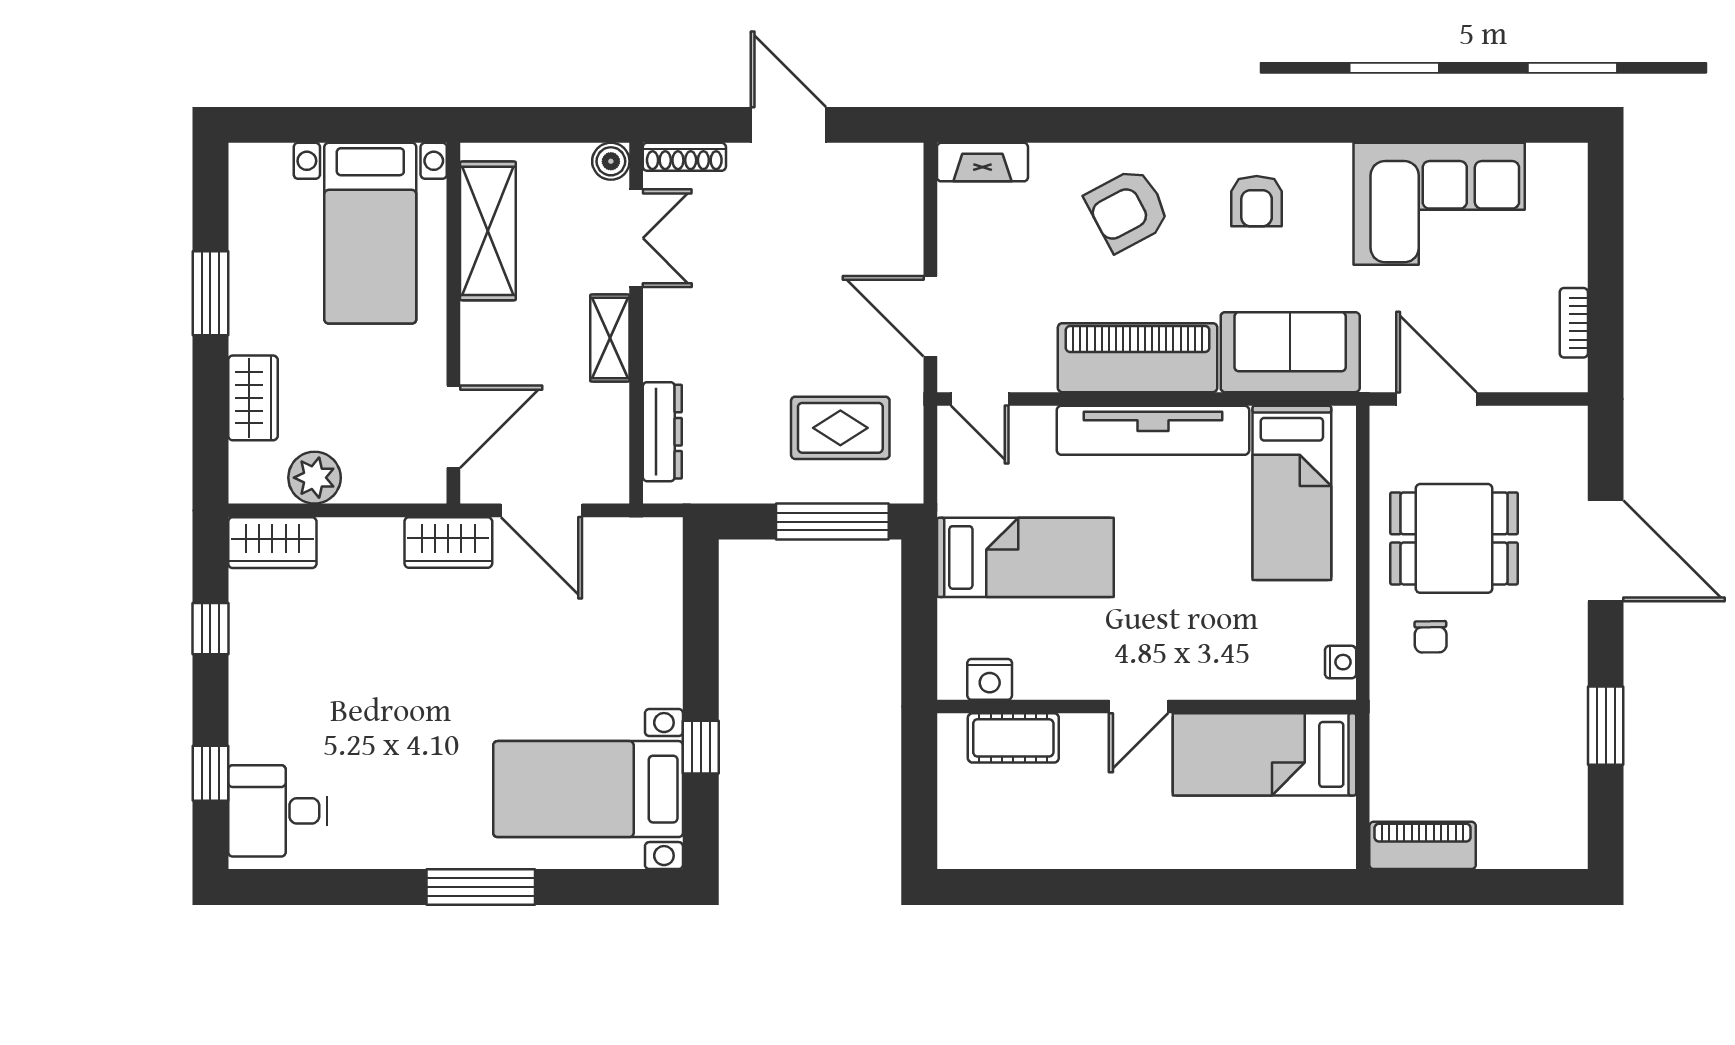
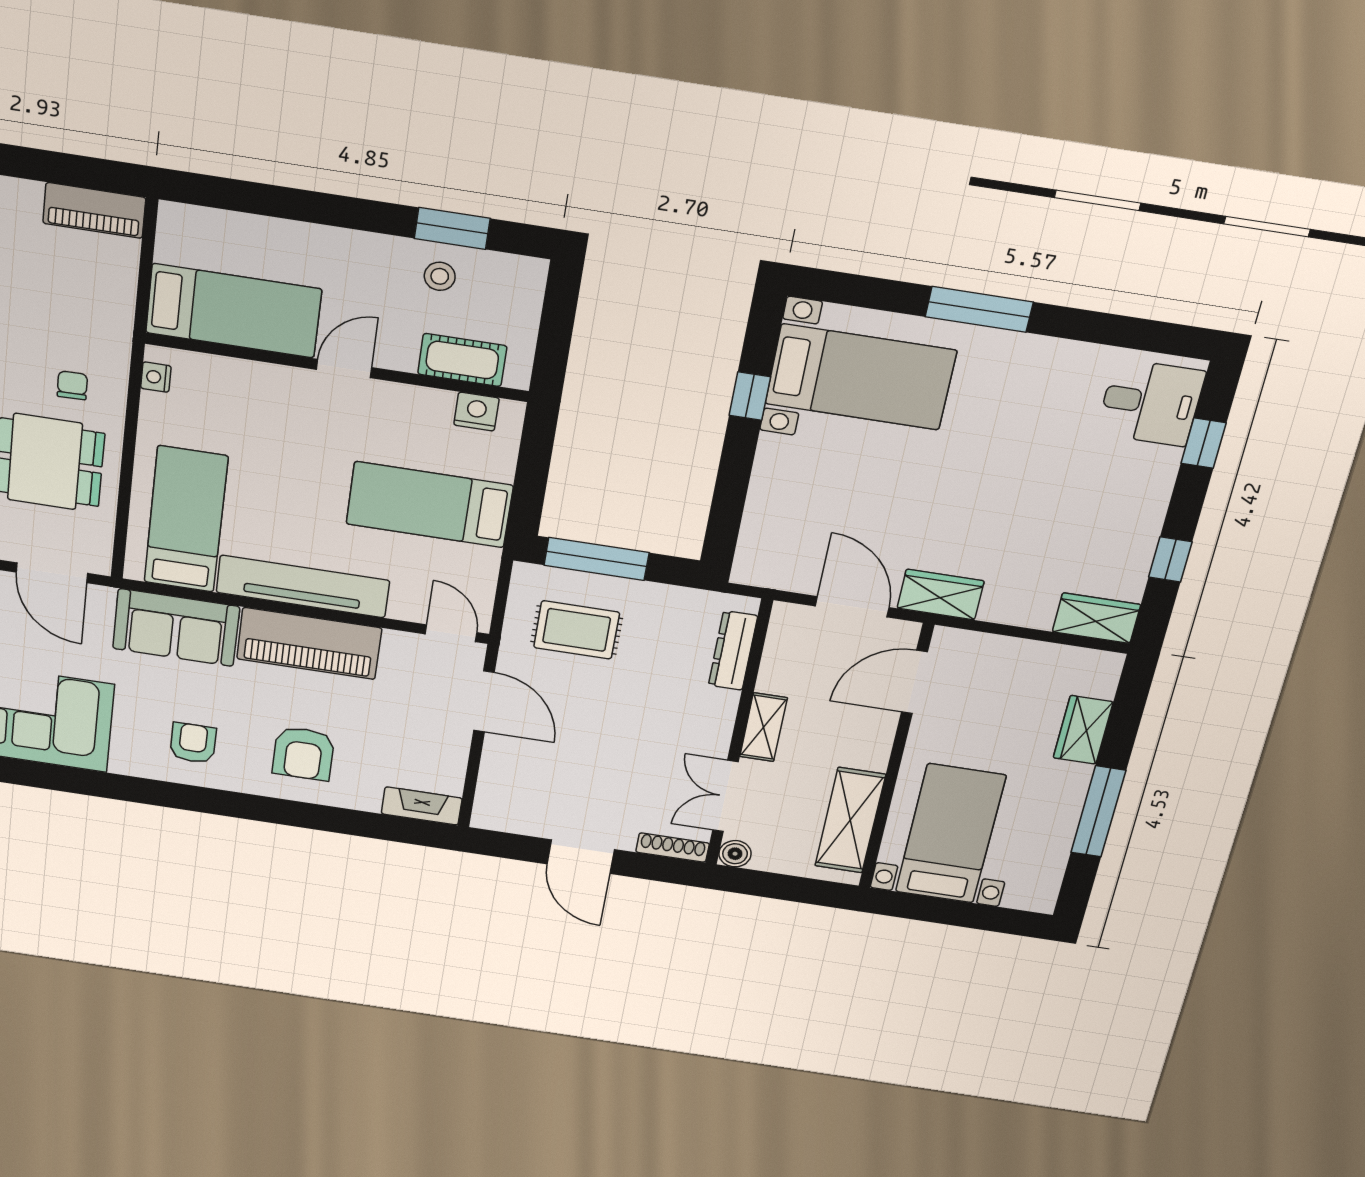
armchair: (1128, 210) -> (303, 753), turned 118
window: (210, 293) -> (1098, 812), width x1.44
plant: (315, 478) -> (1046, 662), removed
stool: (1050, 831) -> (440, 276), added
window: (1044, 887) -> (452, 228), added

